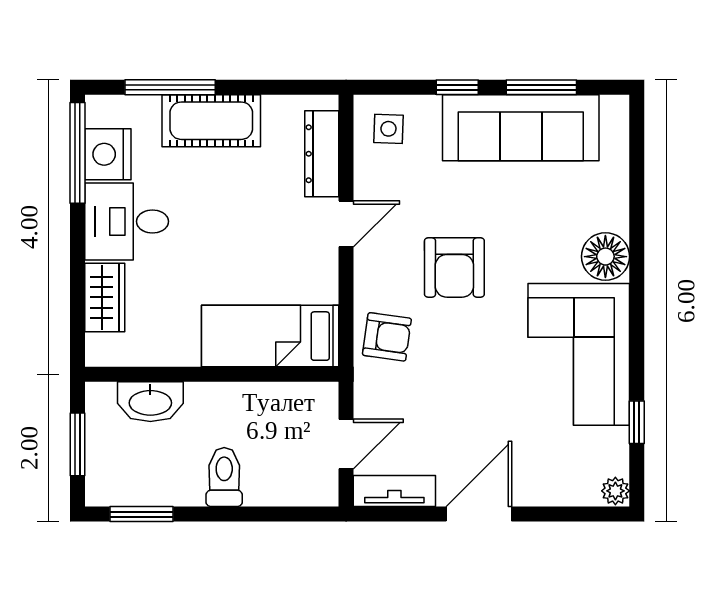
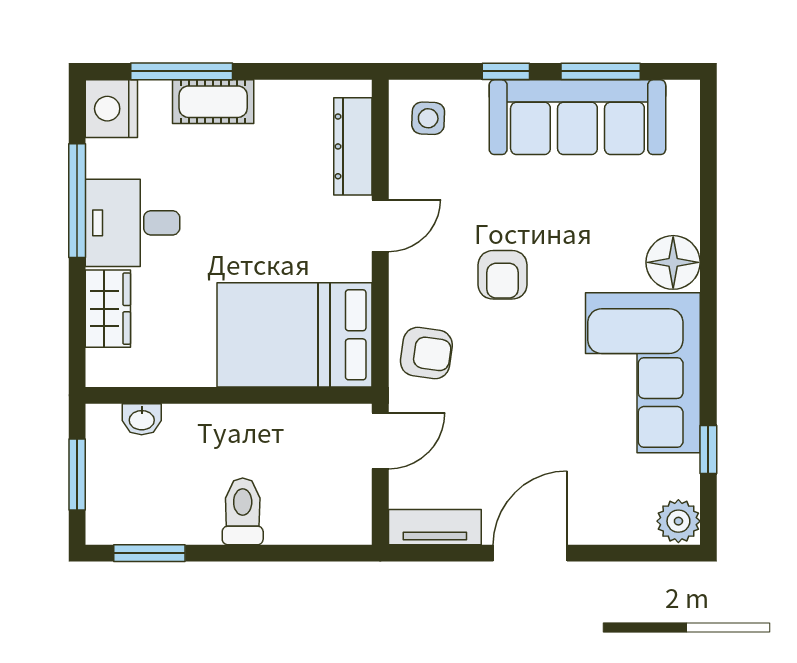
cot: (211, 121) -> (213, 102), width x0.73, depth x0.75
window: (77, 153) -> (77, 201), moved
nightstand: (108, 154) -> (111, 109), moved
armchair: (454, 267) -> (503, 275), width x0.72, depth x0.72
bed: (270, 336) -> (295, 335), width x1.50
washbasin: (150, 402) -> (142, 419), width x0.52, depth x0.69
door: (346, 444) -> (380, 441), moved
plant: (615, 491) -> (678, 521), width x1.38, depth x1.38

